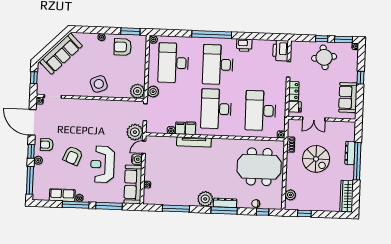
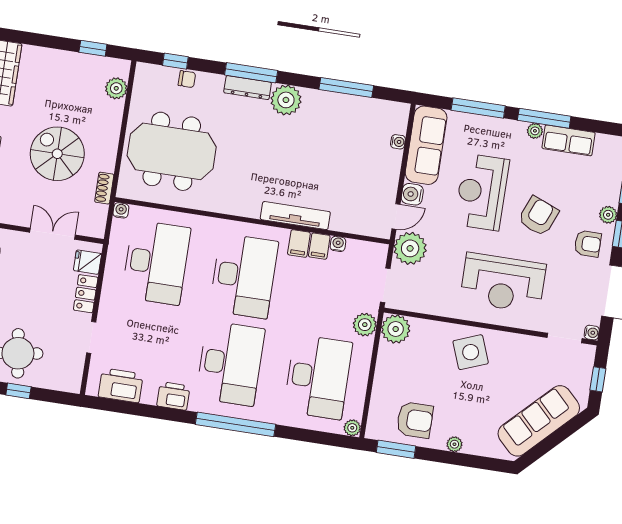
printer: (281, 51) -> (121, 385), moved, turned -90
reception desk: (87, 120) -> (503, 283), added
reception desk: (102, 164) -> (482, 192), turned 180

